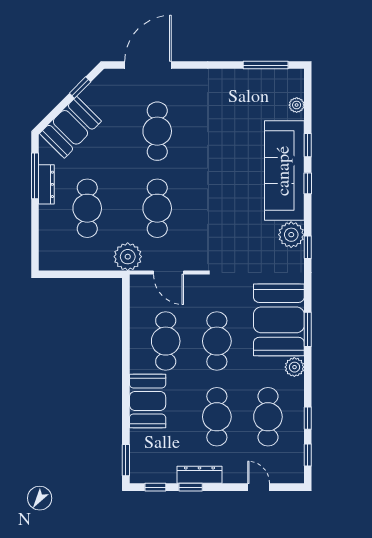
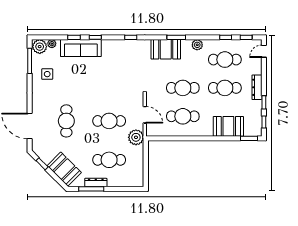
side table: (242, 97) -> (47, 74), added
cafe table: (157, 131) -> (66, 121), turned 90
sofa: (284, 171) -> (81, 48), width x0.74, depth x0.79
plant: (291, 235) -> (40, 47), moved
door: (168, 272) -> (145, 115), hinge flipped
booth: (279, 320) -> (166, 49), width x0.73, depth x0.70
booth: (148, 401) -> (228, 126), moved
dresser: (199, 475) -> (257, 87), moved
door: (259, 487) -> (264, 51), moved

